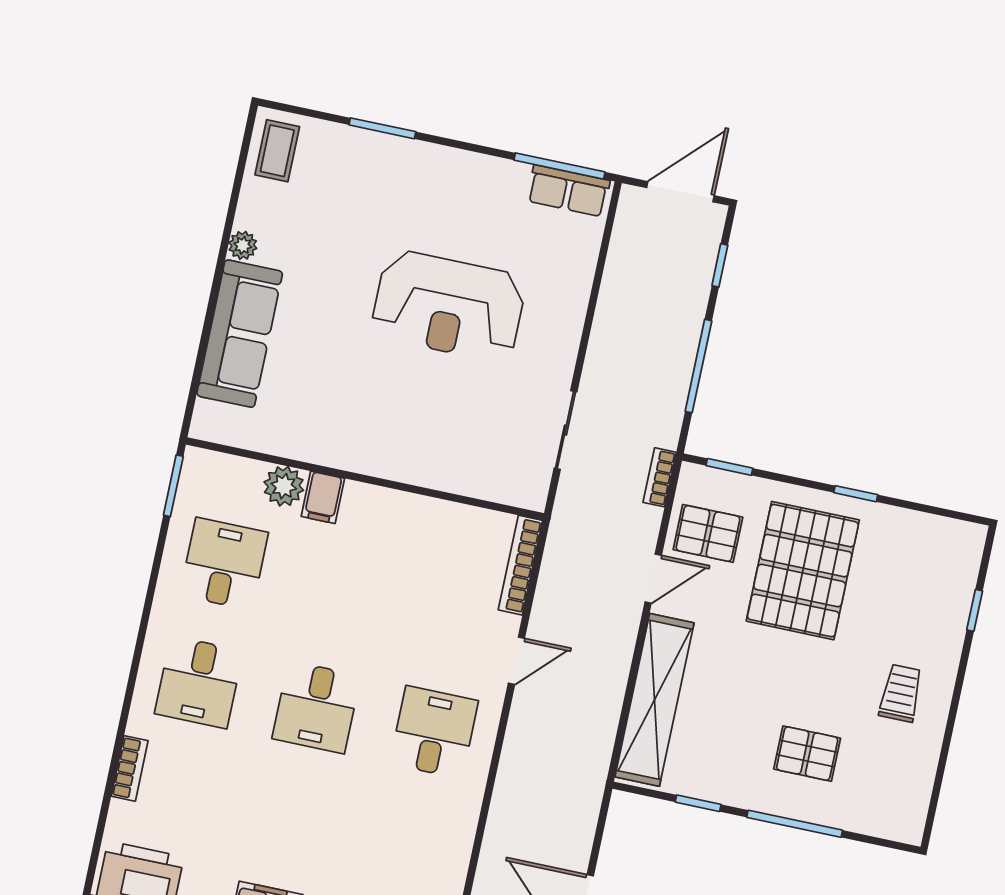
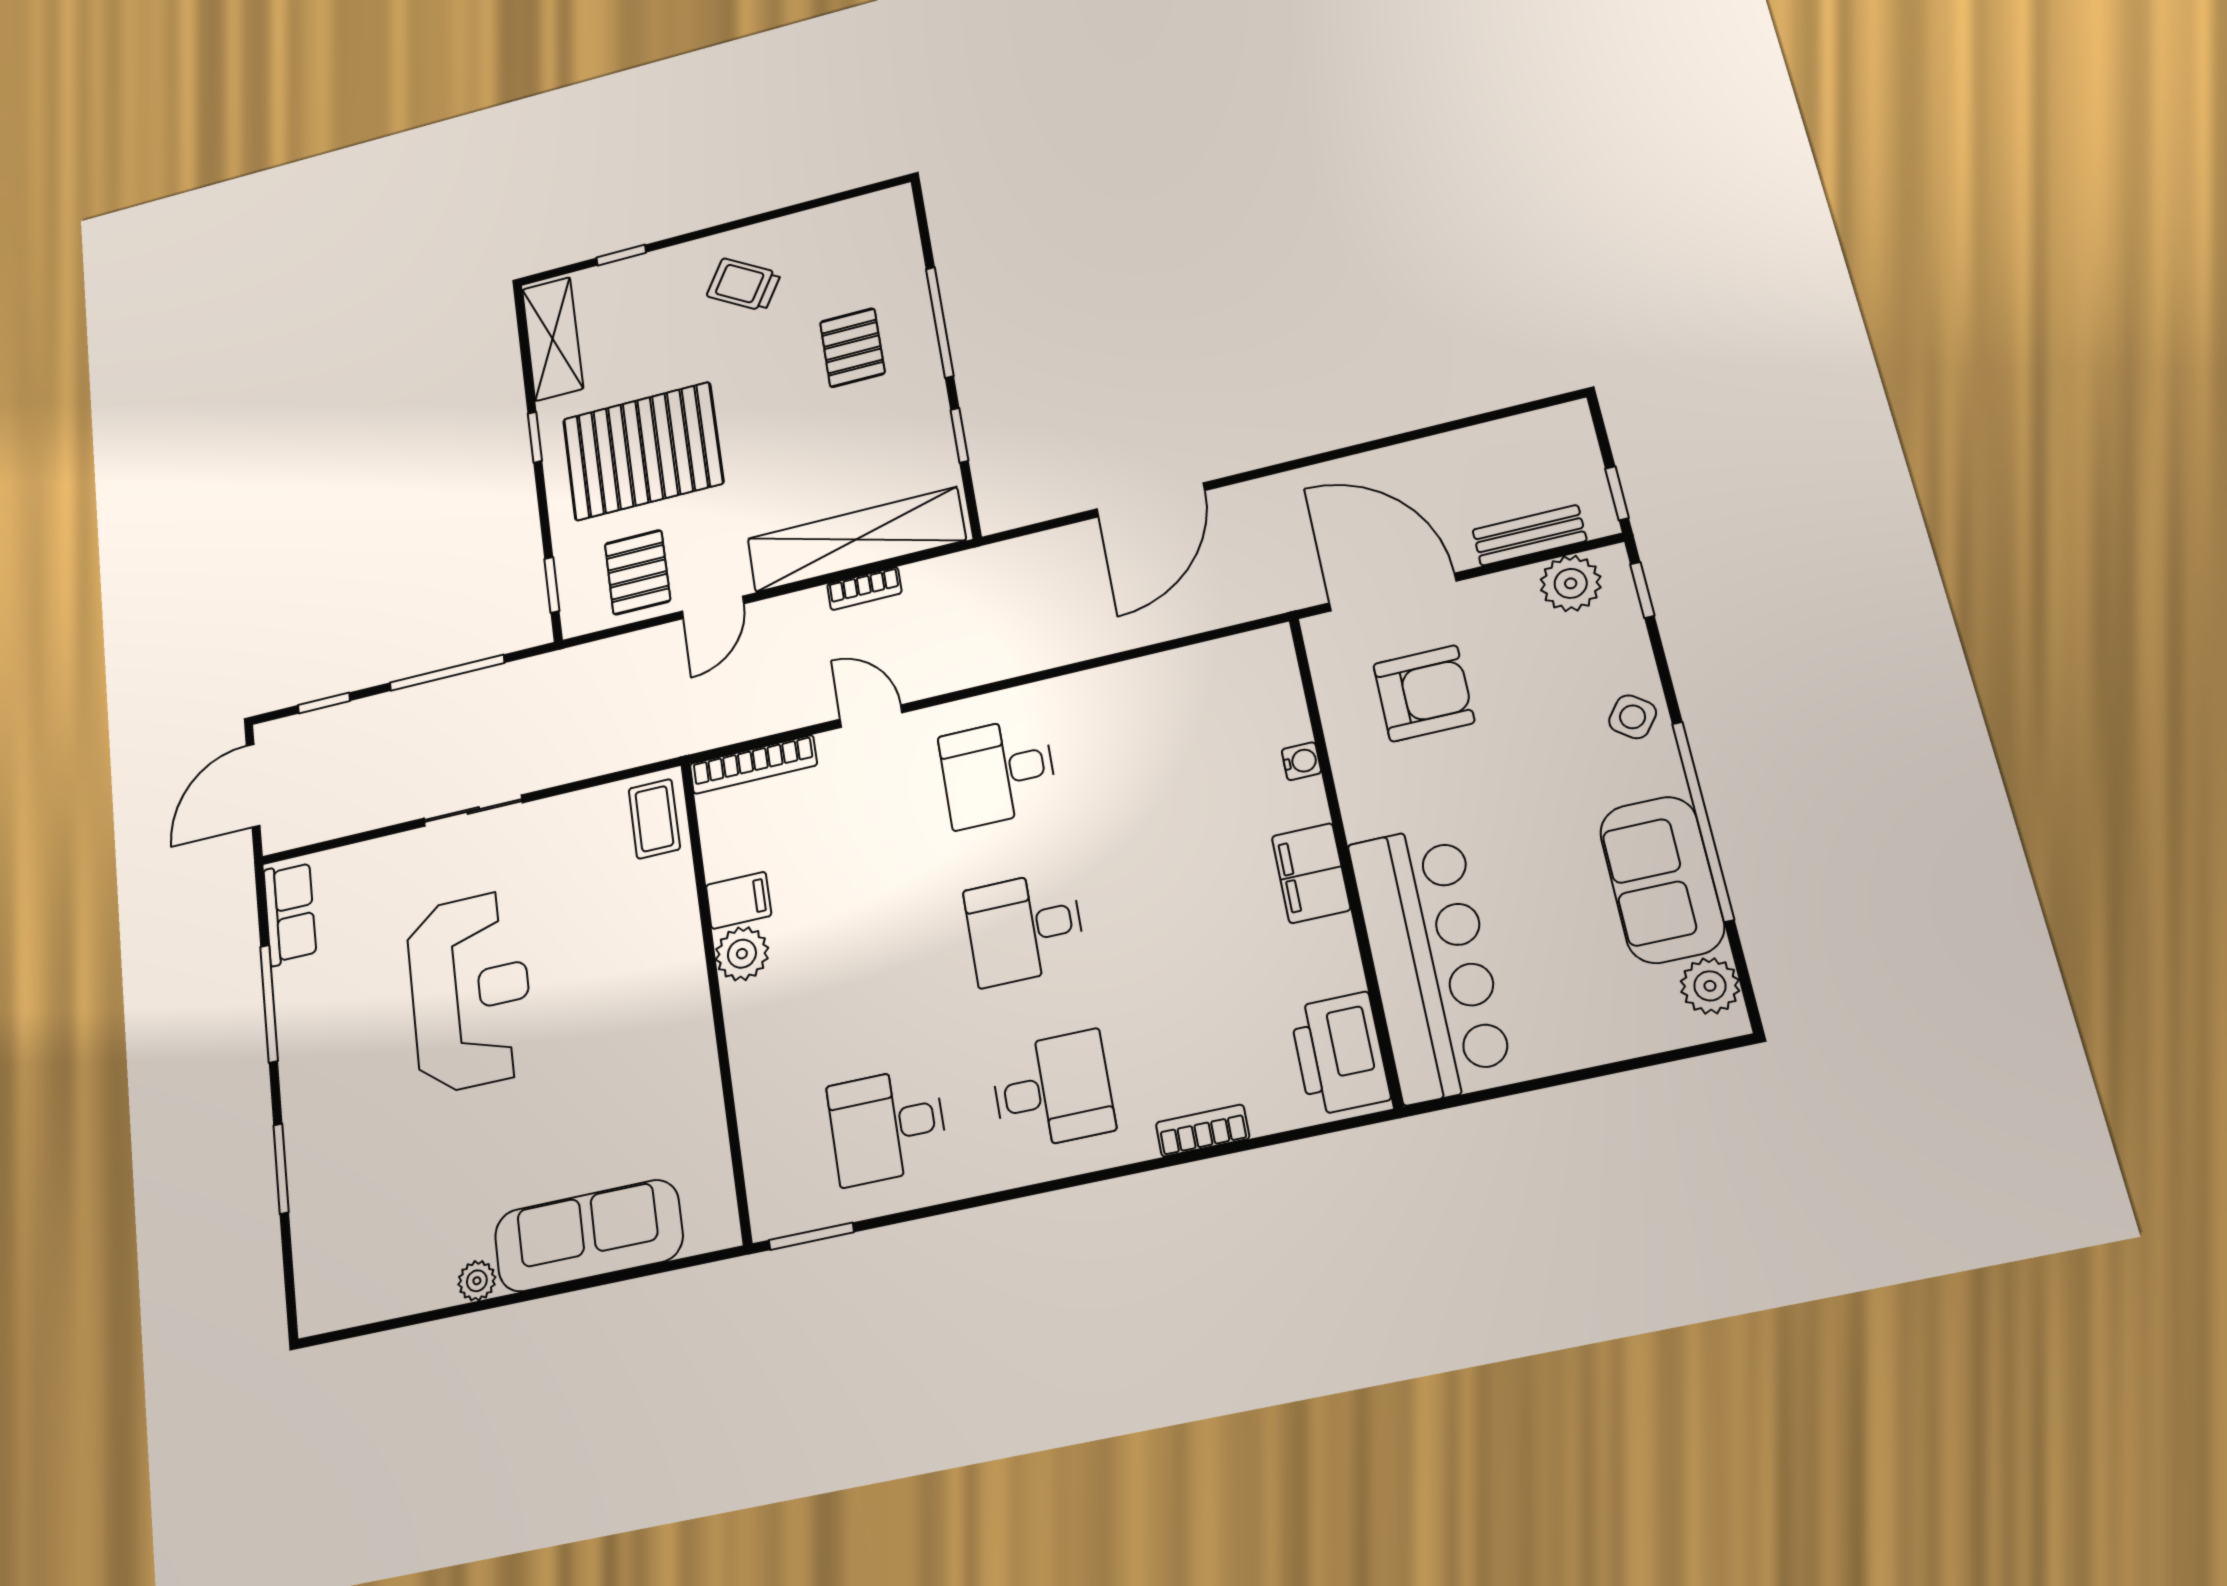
coffee table: (277, 151) -> (654, 819), moved, turned 90
window: (559, 166) -> (269, 1004), moved
door: (680, 192) -> (253, 786), hinge flipped
sliding door: (565, 430) -> (473, 811), moved
bookcase: (660, 477) -> (864, 589), moved
plant: (284, 486) -> (742, 954), moved
filing cabinet: (323, 497) -> (739, 900), moved
shelving: (931, 534) -> (553, 339), added
door: (653, 579) -> (713, 607), swing flipped
trolley: (901, 693) -> (744, 285), turned 31
desk: (316, 707) -> (1025, 928), turned 180

